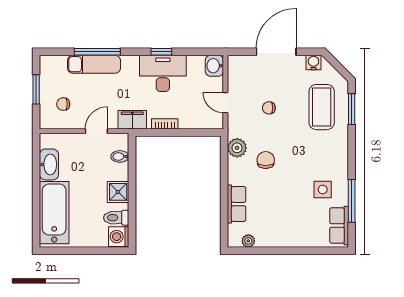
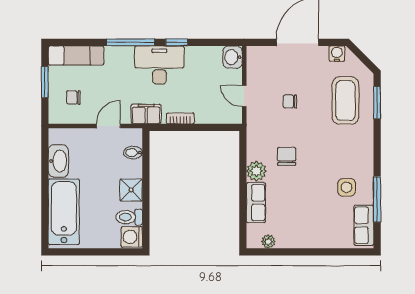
window: (97, 52) -> (130, 42), moved
exam couch: (94, 64) -> (76, 55), moved
desk: (163, 73) -> (159, 65), moved
plant: (237, 148) -> (256, 171), moved

